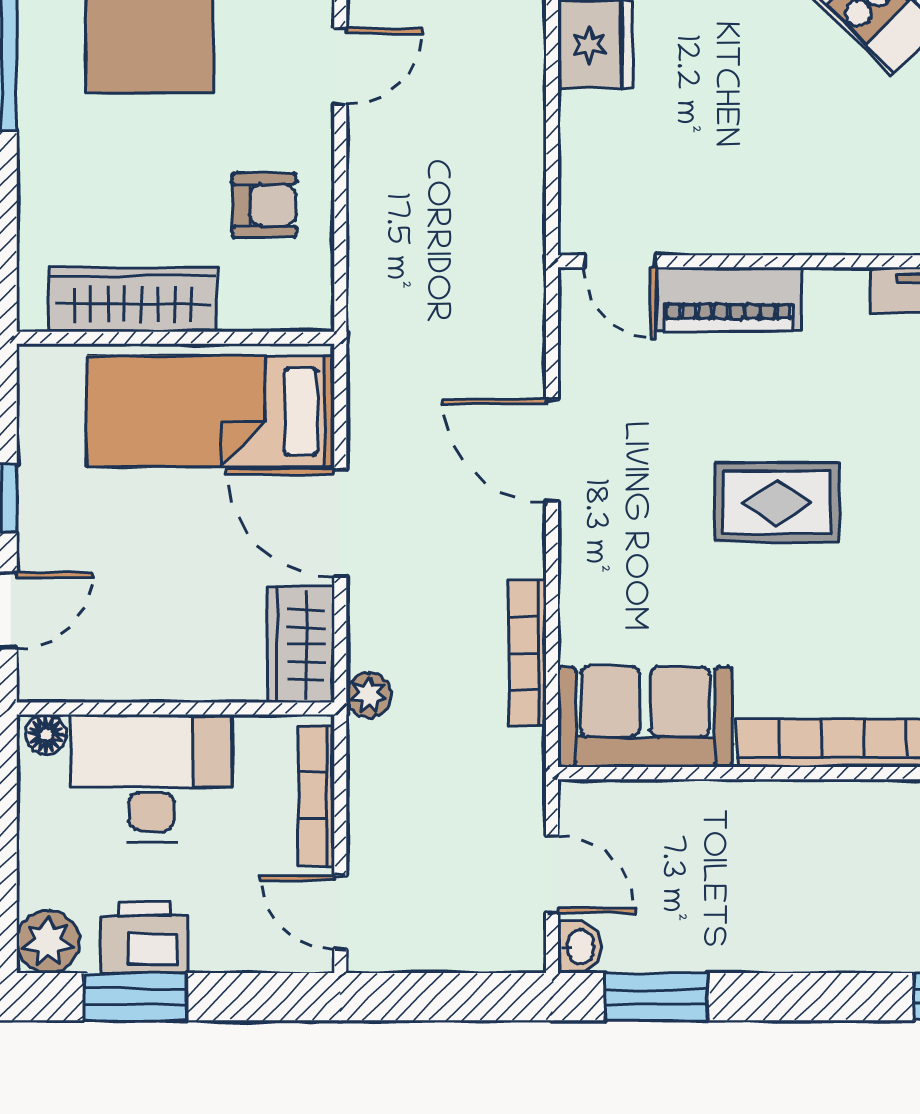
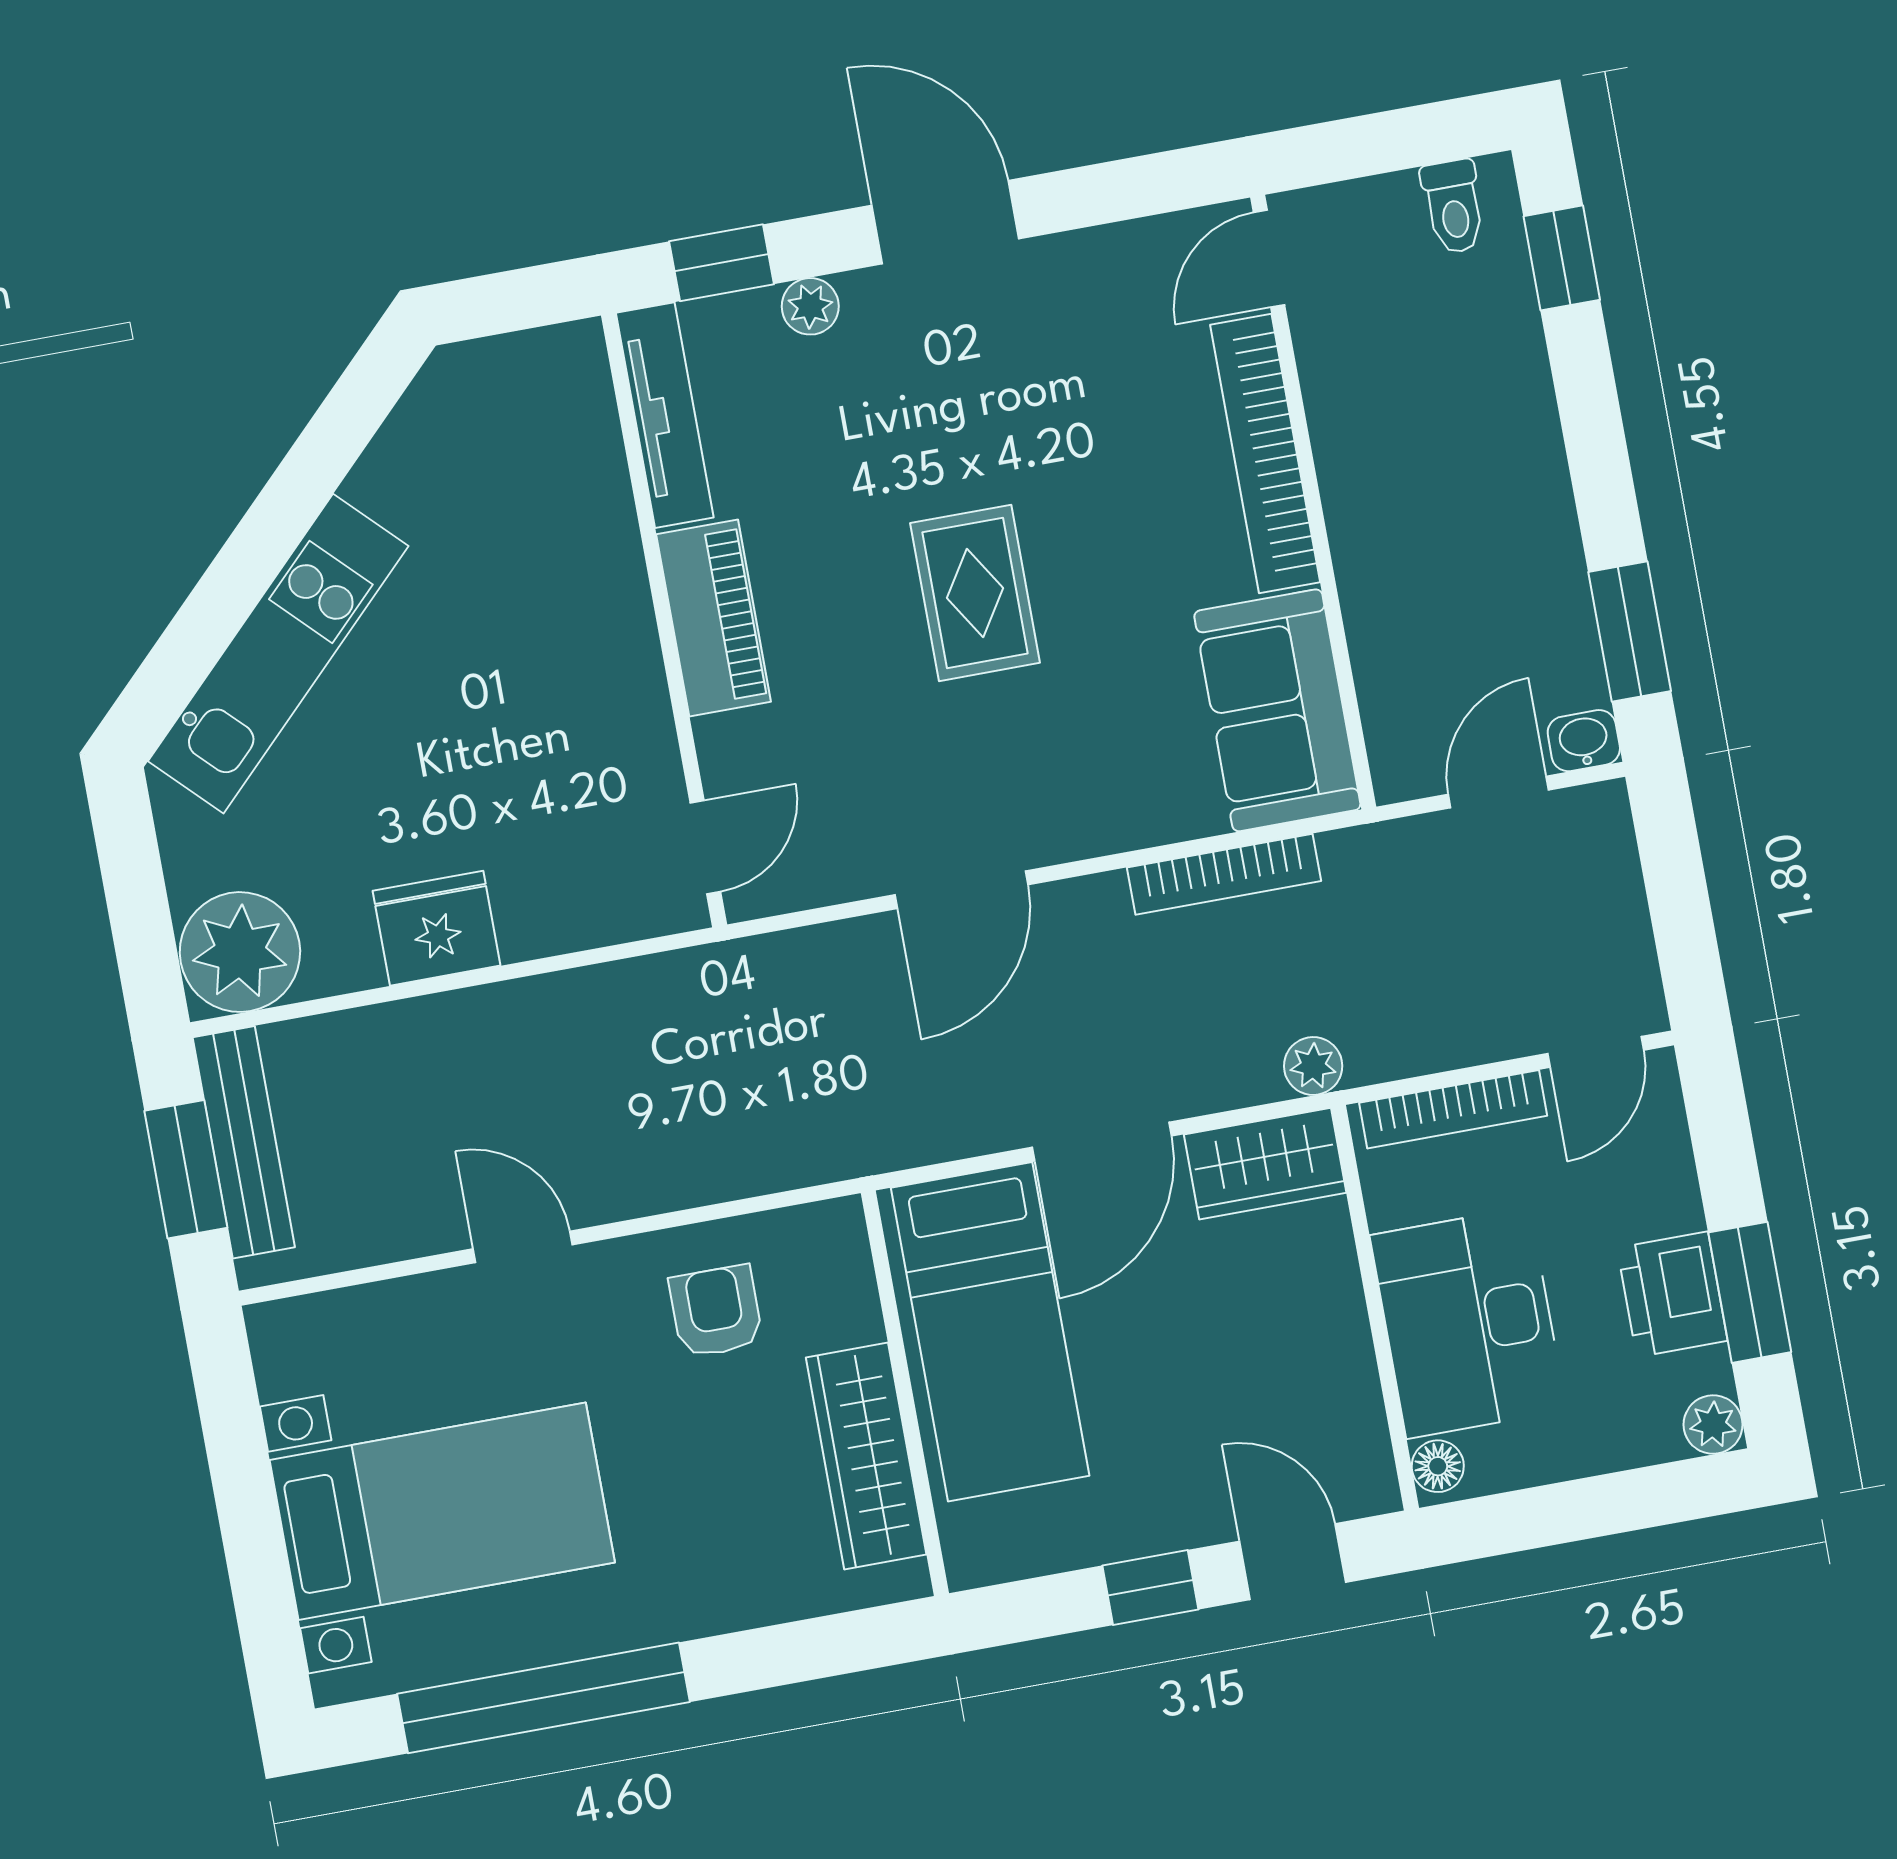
piano: (729, 299) -> (714, 618), moved
plant: (48, 942) -> (1713, 1425), width x0.73, depth x0.73

